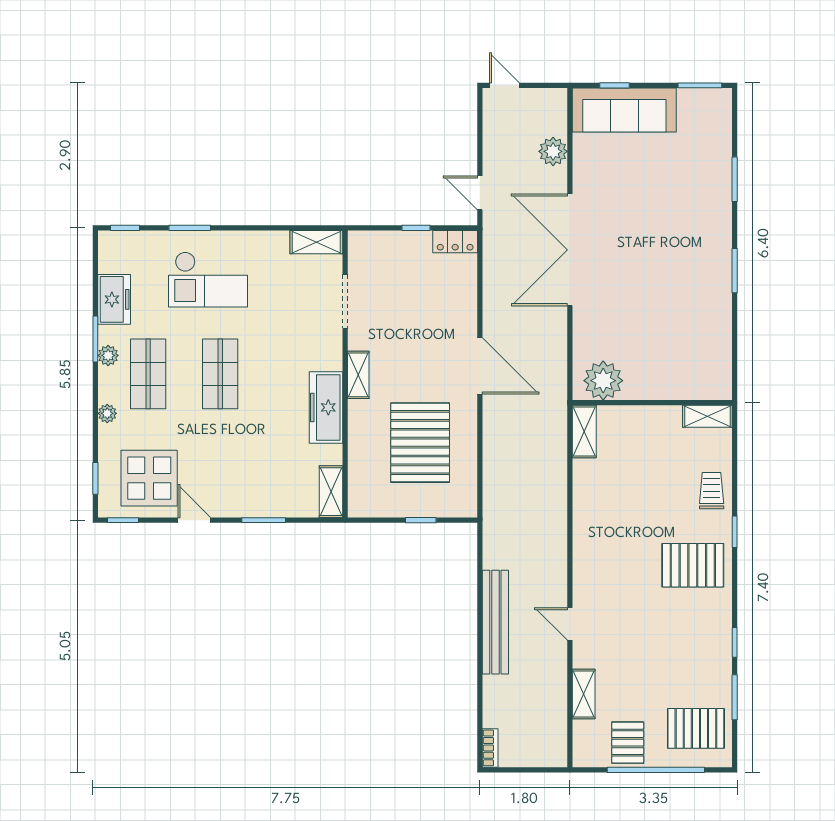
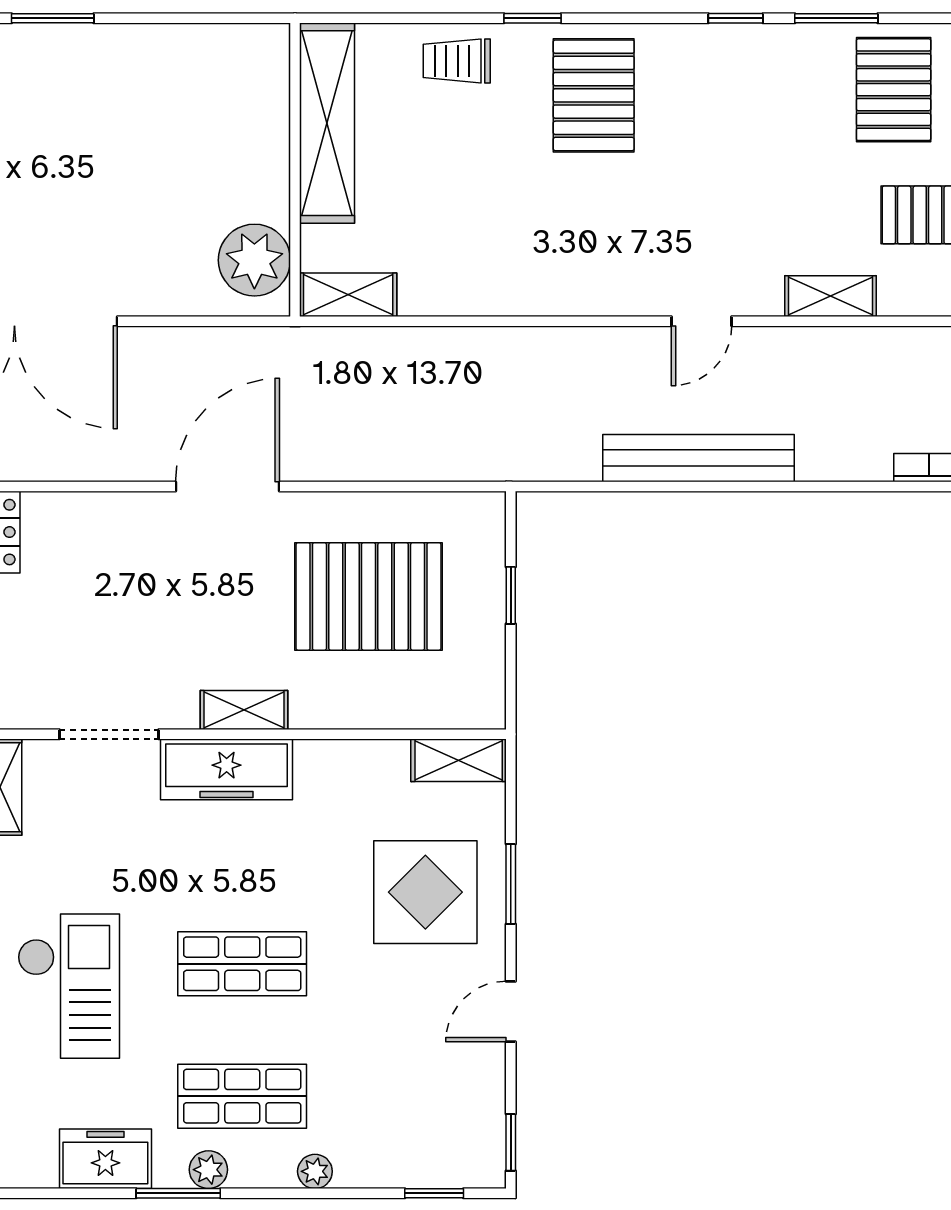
freezer: (326, 407) -> (227, 769), moved
shelving: (707, 416) -> (327, 123), width x2.20, depth x1.33
display table: (149, 478) -> (425, 892), moved

